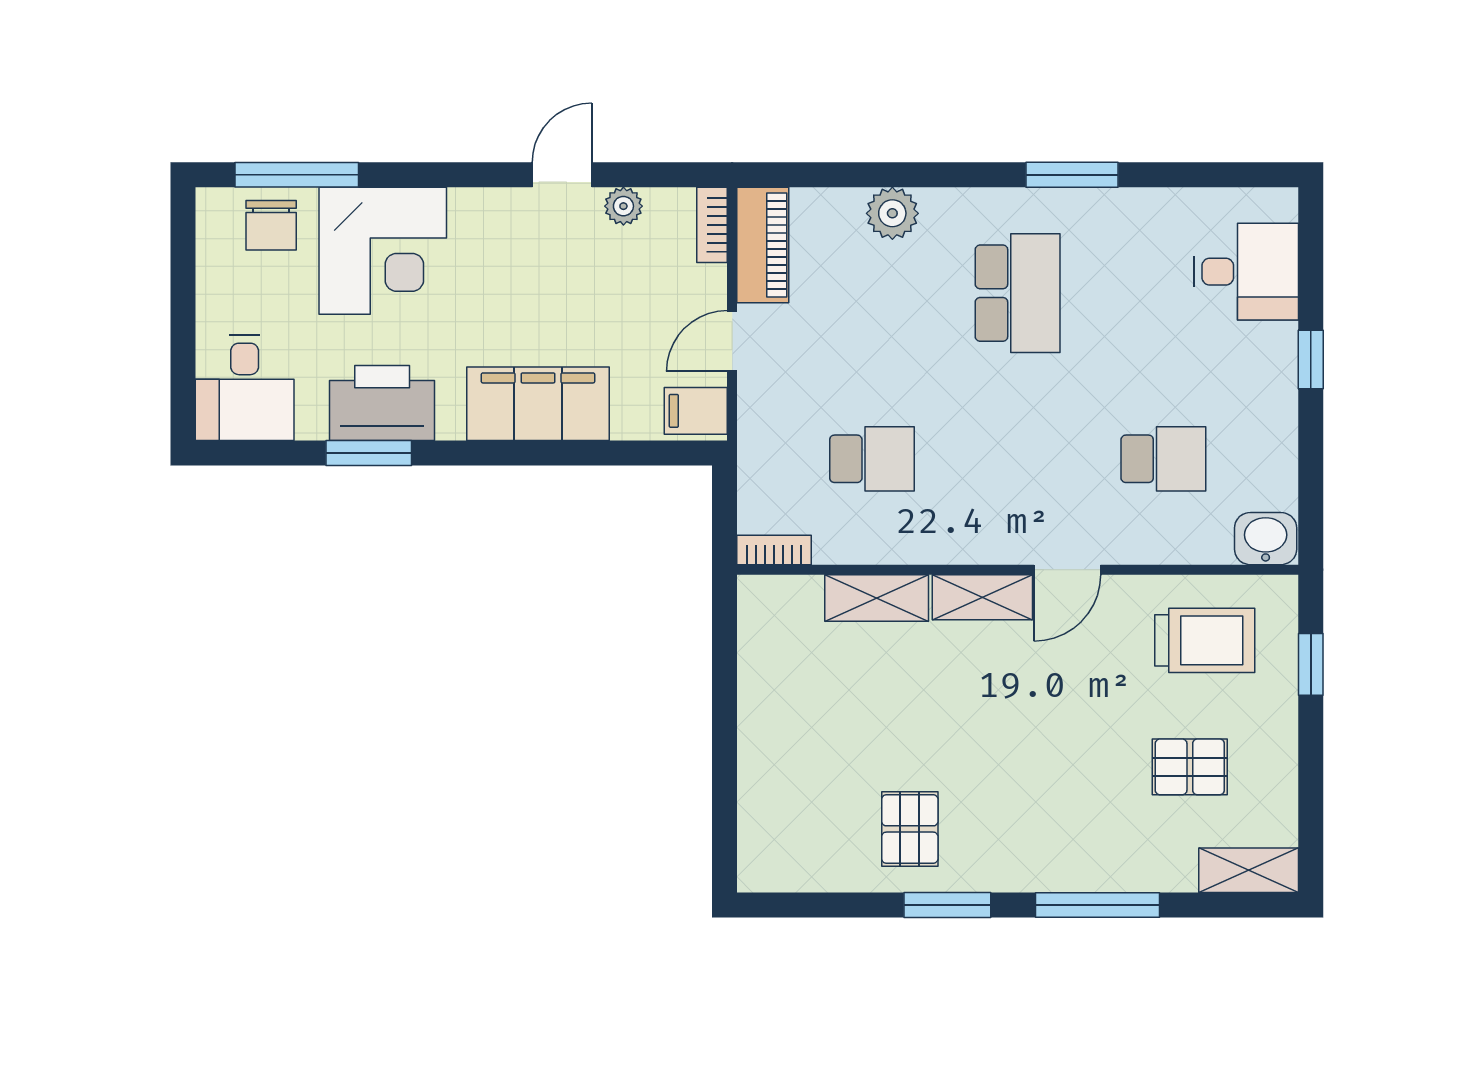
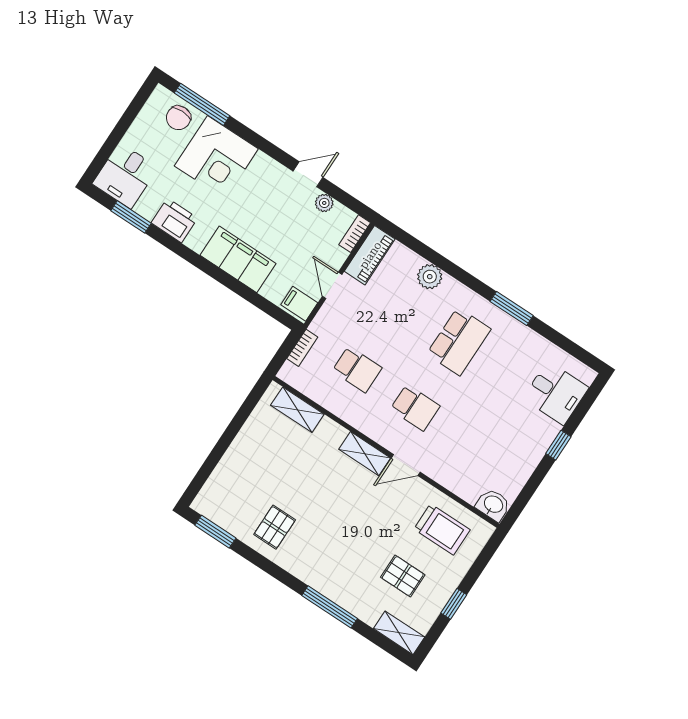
door: (732, 341) -> (332, 285), hinge flipped
printer: (382, 403) -> (174, 220), width x0.73, depth x0.84
window: (369, 453) -> (131, 217), moved
school desk: (1163, 459) -> (415, 408), moved
bookcase: (774, 550) -> (302, 348), moved, turned 90
shelving: (877, 598) -> (297, 410), moved
window: (1311, 664) -> (454, 604), moved
window: (947, 905) -> (215, 532), moved

